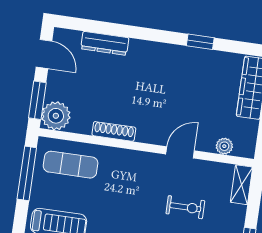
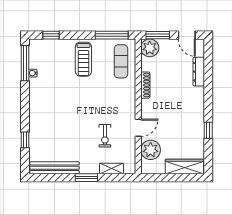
door: (44, 54) -> (187, 35), hinge flipped
plant: (224, 146) -> (151, 150), width x1.87, depth x1.87
door: (180, 152) -> (138, 128), hinge flipped
shelving: (241, 185) -> (111, 168), moved

